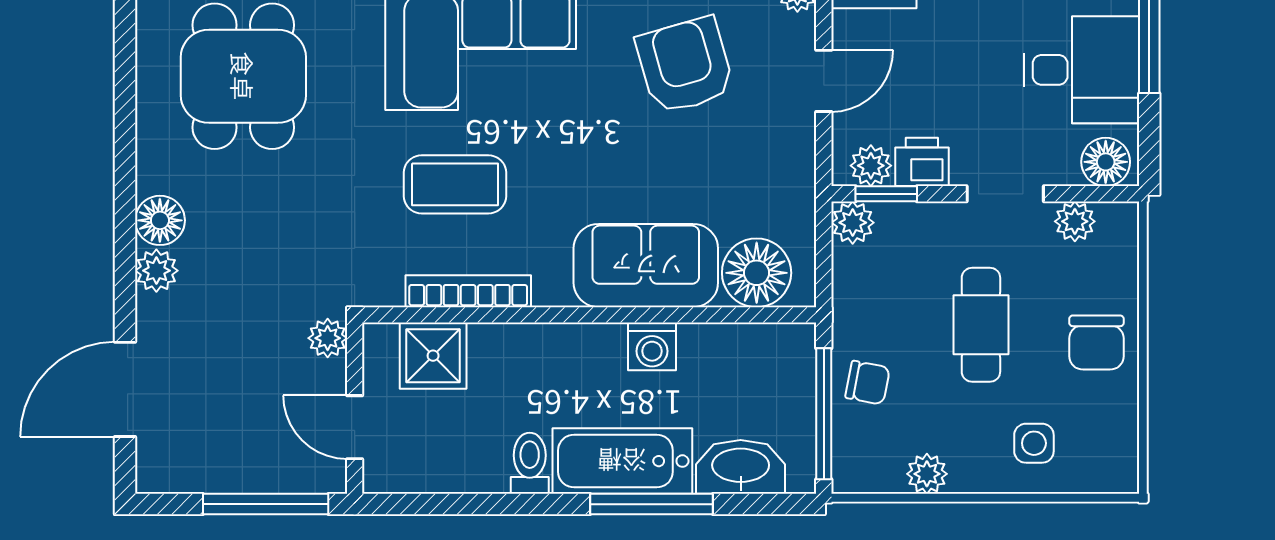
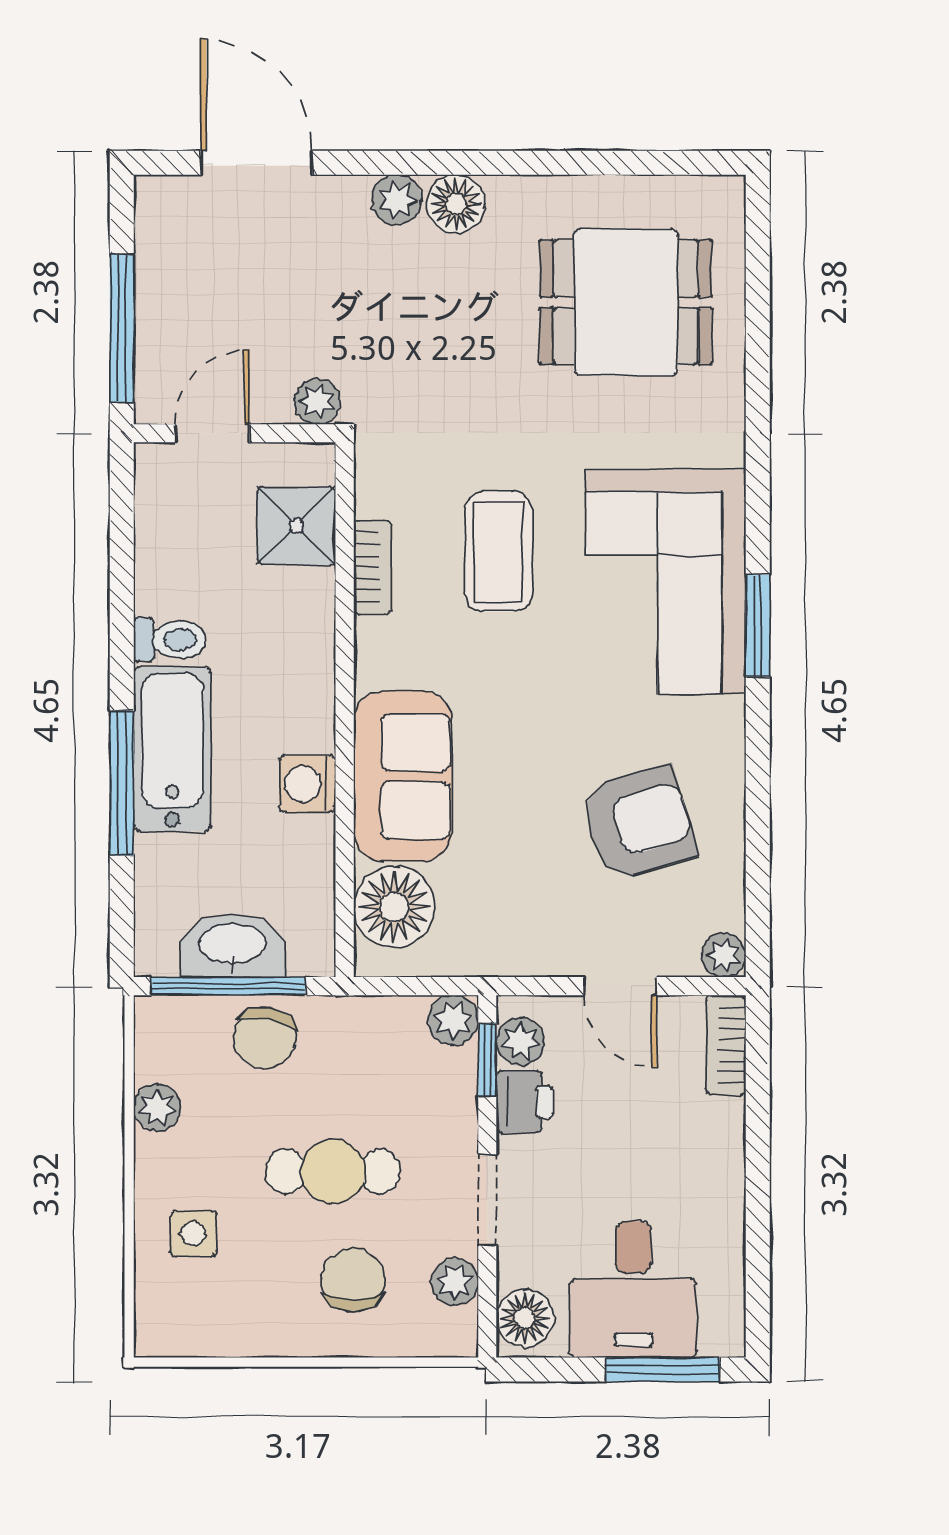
bookcase: (468, 291) -> (372, 567), width x0.64
chair: (1096, 343) -> (353, 1280), moved, turned 90
chair: (868, 383) -> (265, 1038), width x1.37, depth x1.37
washbasin: (741, 467) -> (233, 945), moved, turned -90

